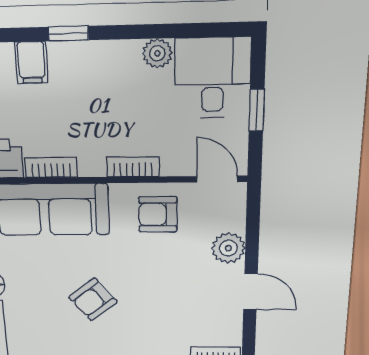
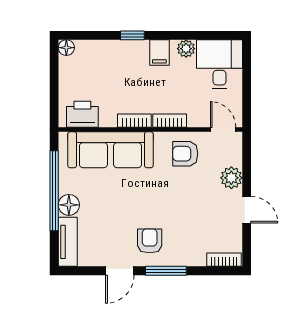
filing cabinet: (31, 62) -> (159, 52), moved
window: (257, 110) -> (247, 85), removed
bookcase: (51, 167) -> (134, 121), moved
armchair: (93, 299) -> (150, 241), moved, turned 129

